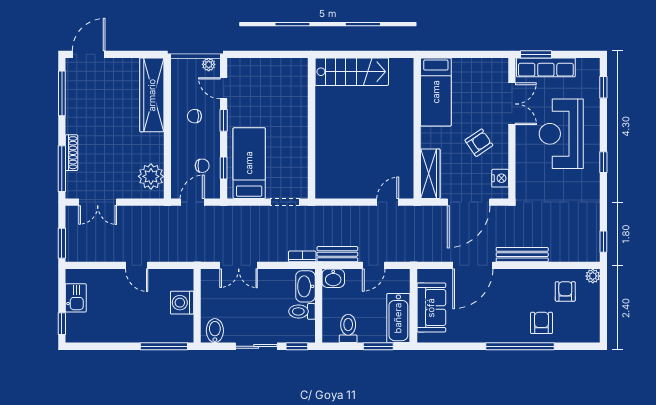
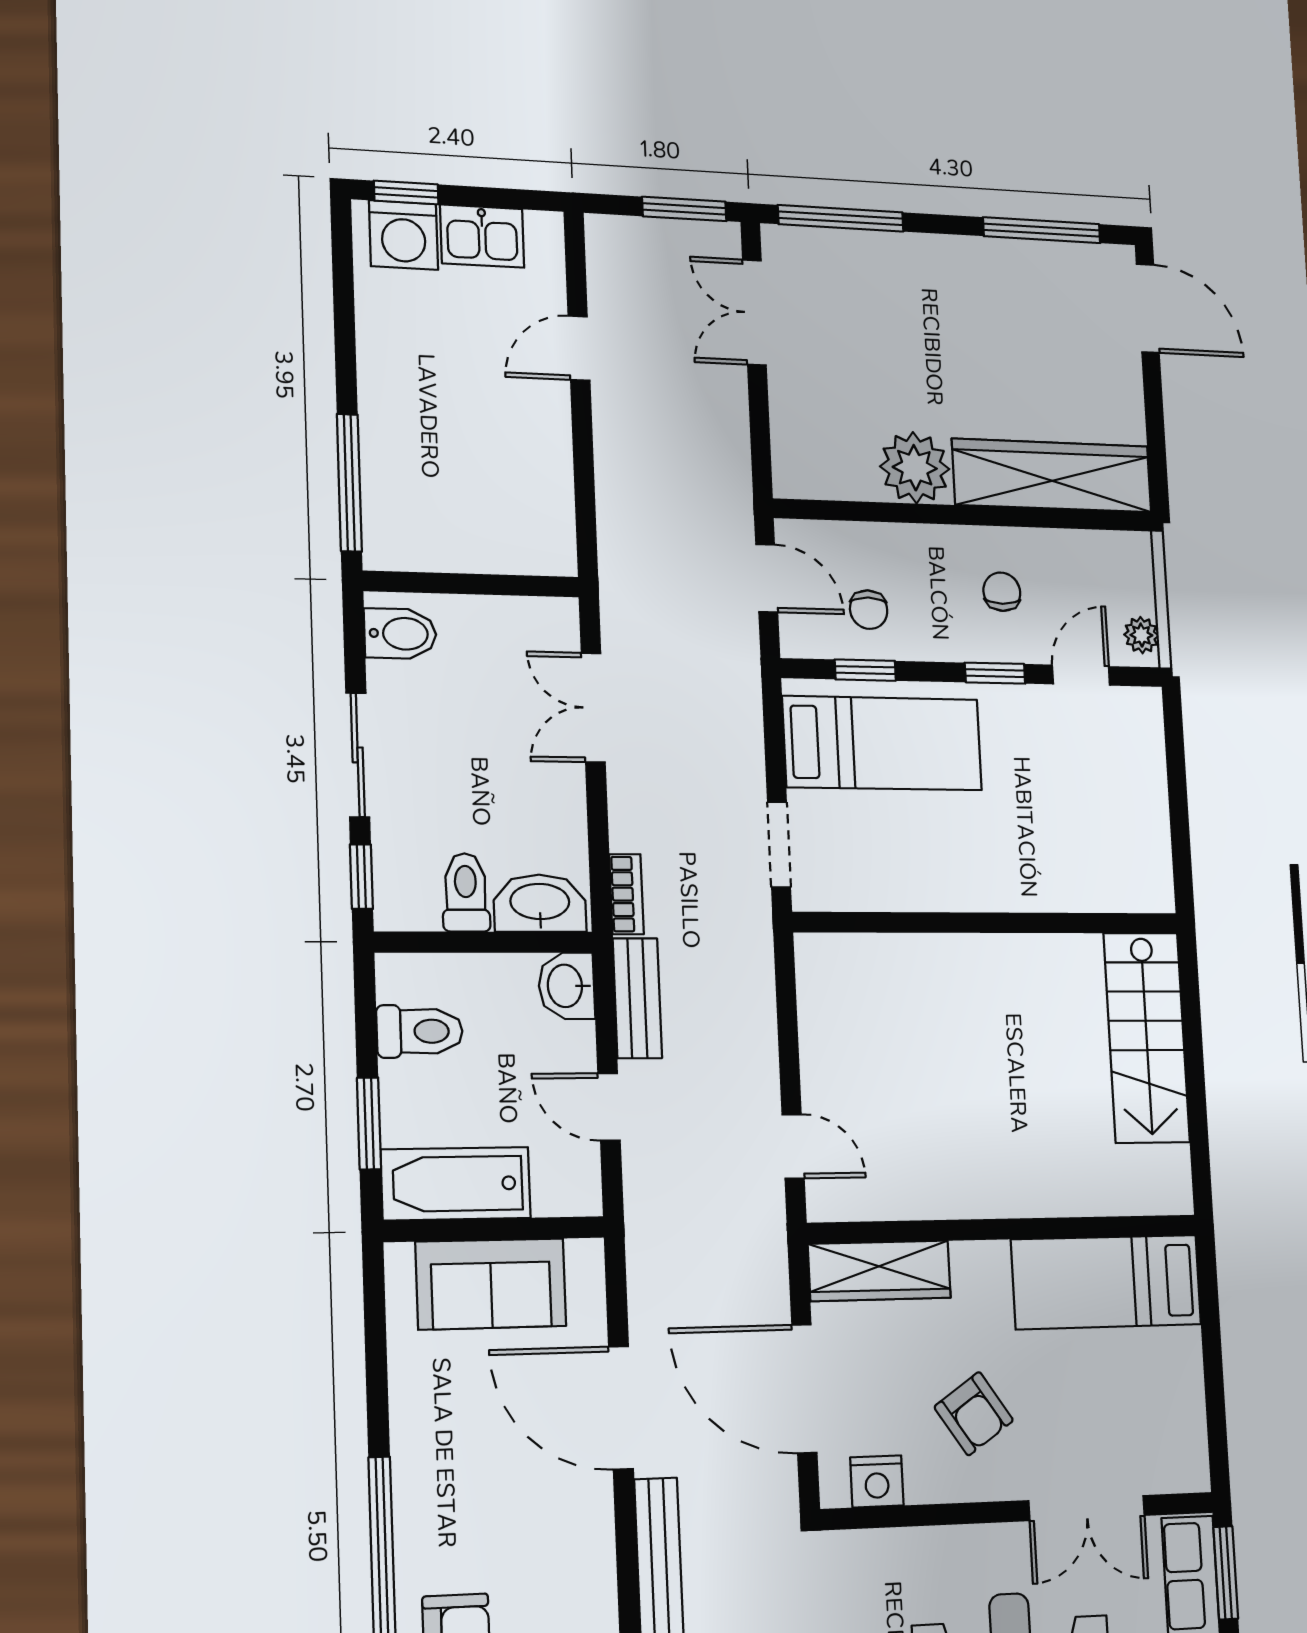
shoe rack: (71, 153) -> (886, 247), removed
plant: (151, 176) -> (915, 468), moved
window: (62, 243) -> (684, 209), moved
door: (137, 265) -> (579, 348), moved
washing machine: (182, 303) -> (403, 235), moved, turned 180

